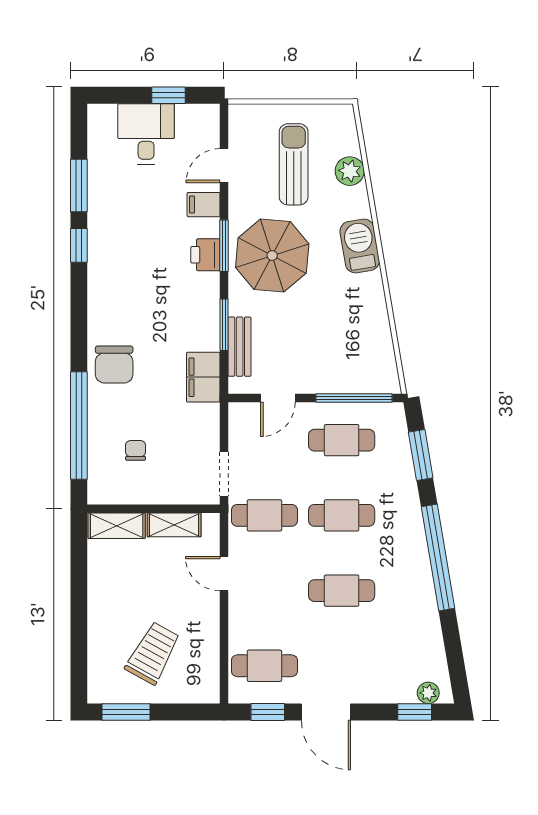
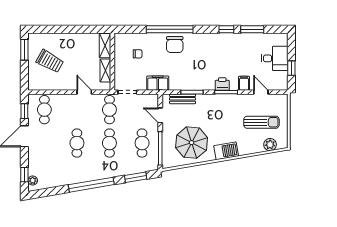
plant: (350, 171) -> (270, 145), moved
parasol: (272, 256) -> (192, 143), moved
chair: (114, 365) -> (175, 45), turned -90
filing cabinet: (203, 377) -> (158, 83), moved
window: (79, 426) -> (170, 29), moved
door: (224, 574) -> (84, 92), hinge flipped

